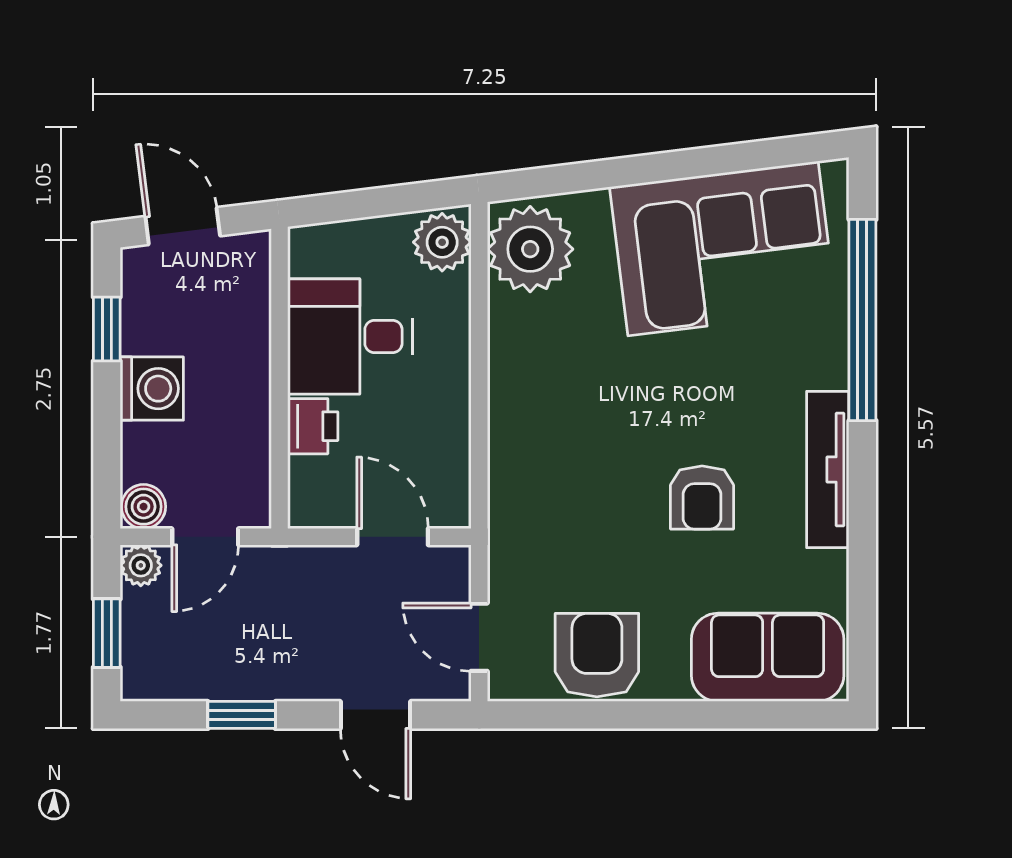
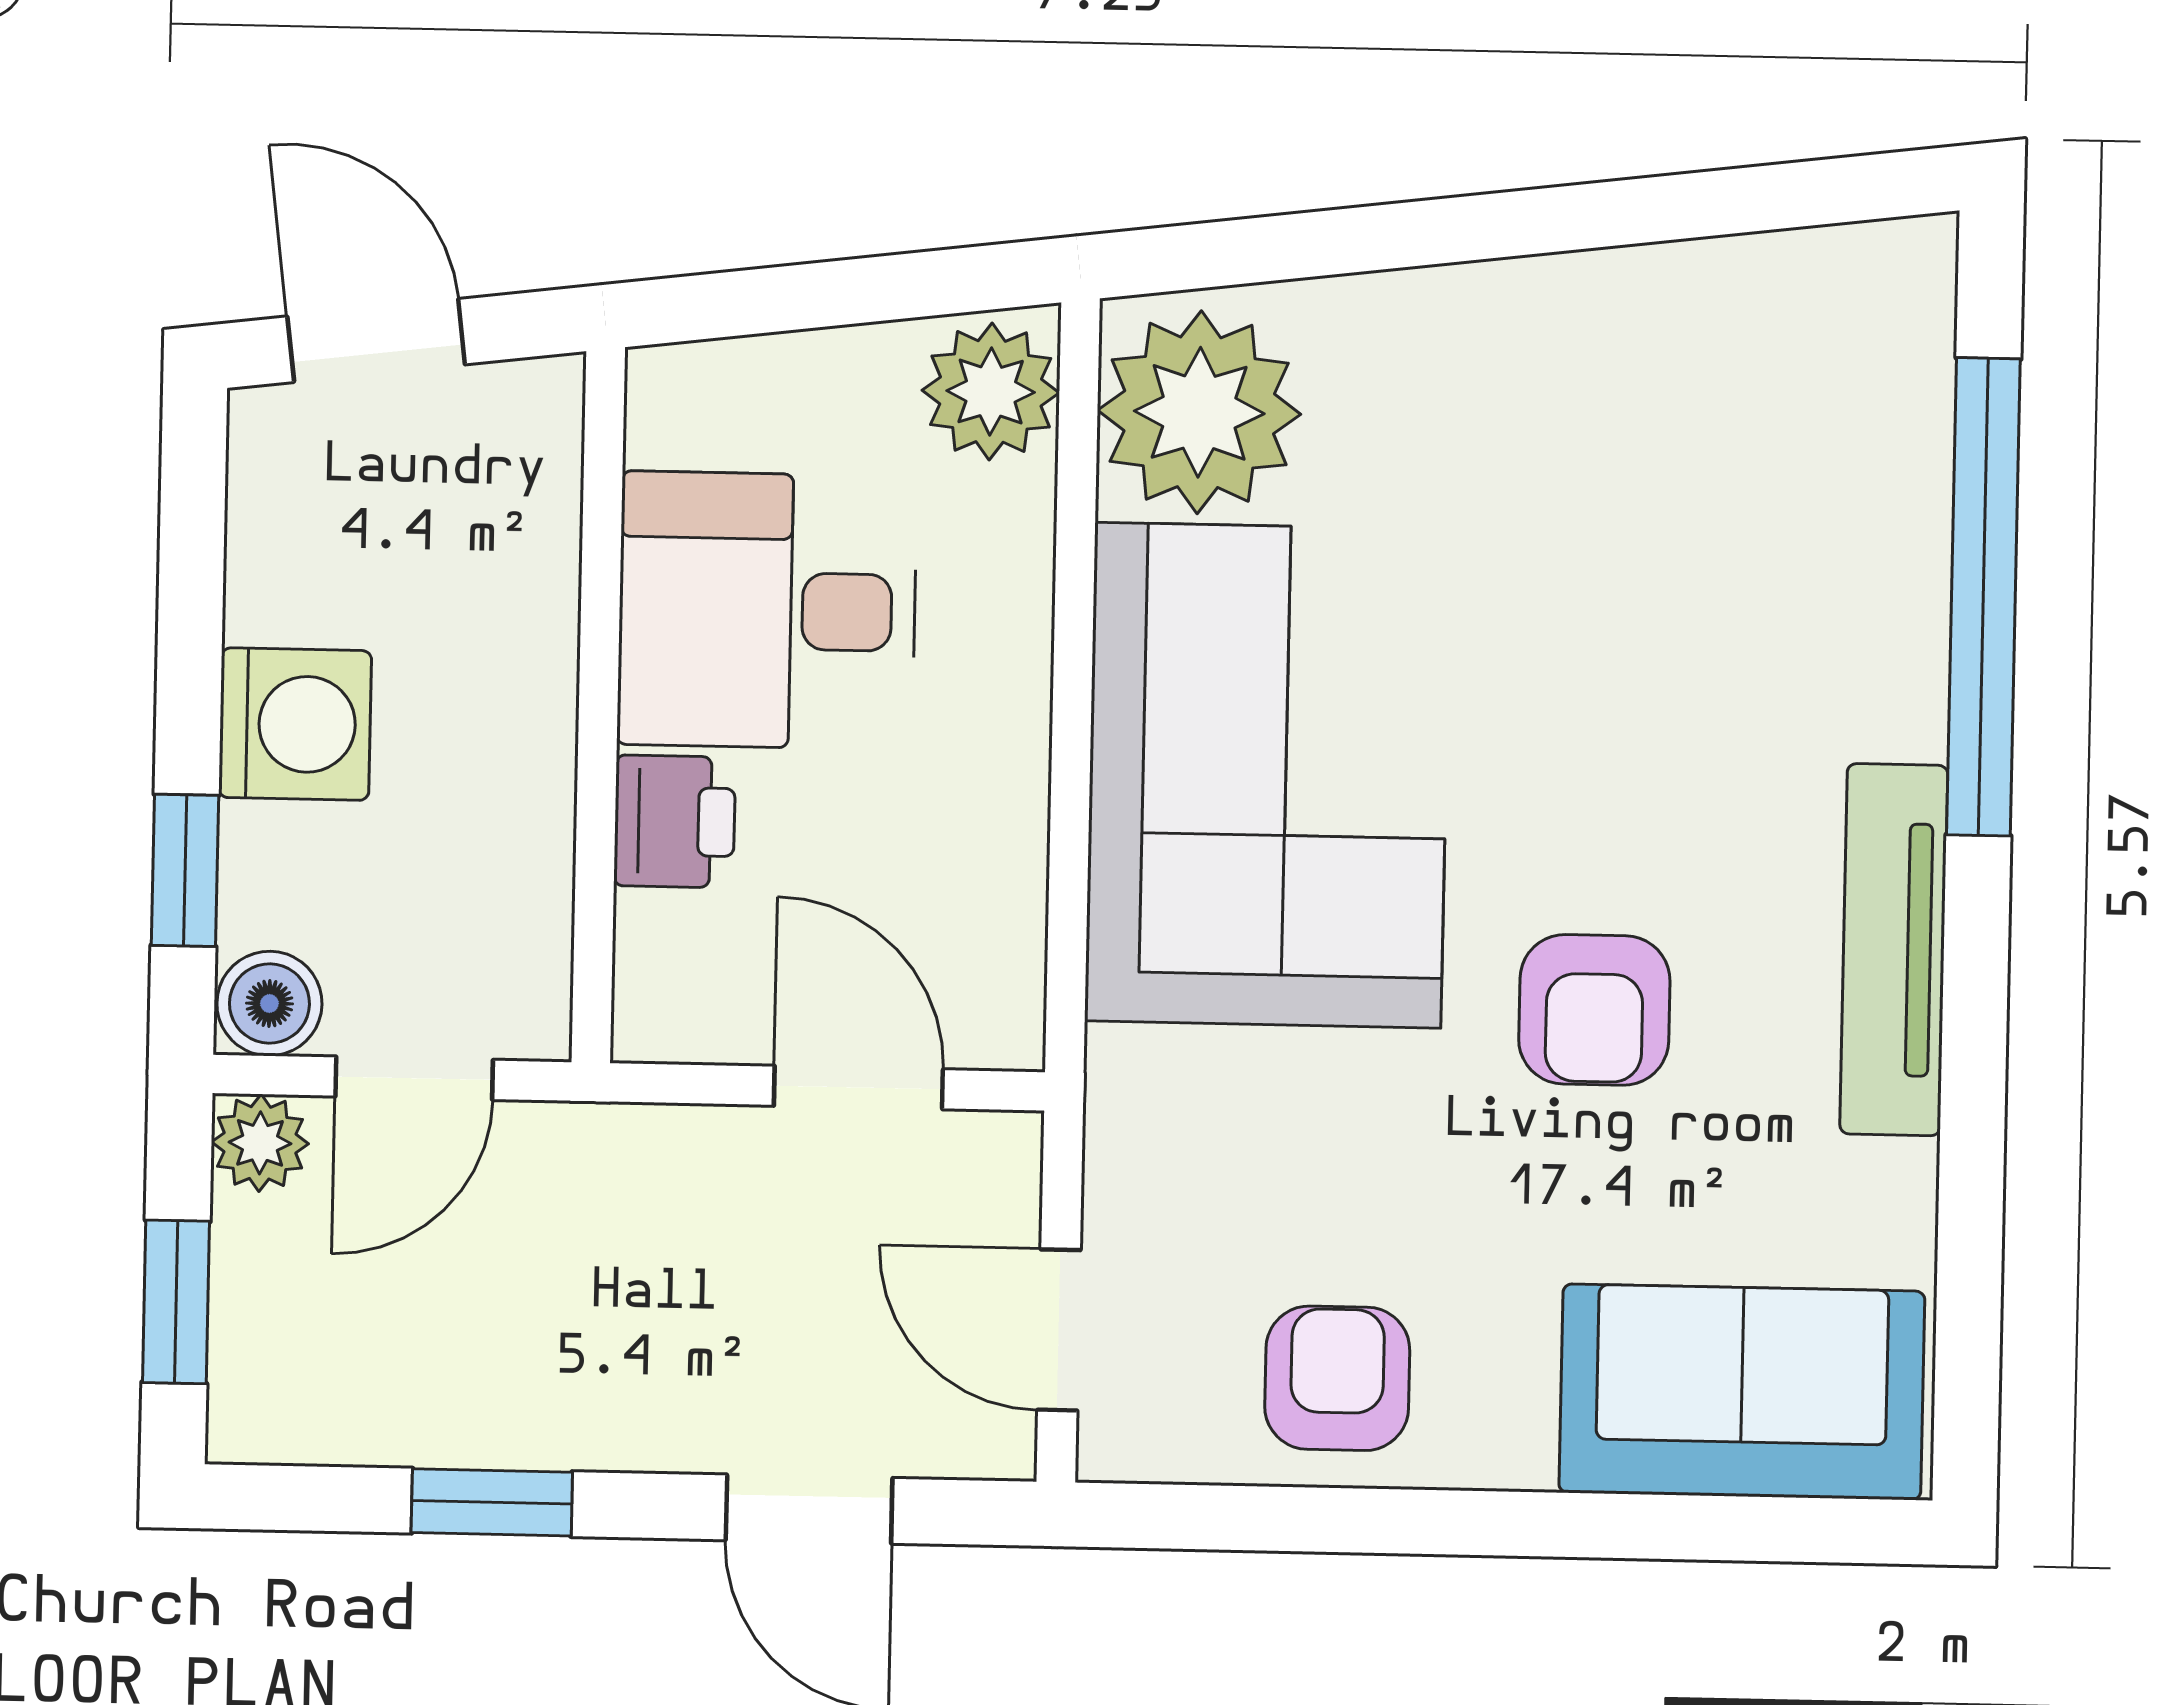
corner sofa: (723, 248) -> (1268, 775), moved, turned -83
window: (107, 329) -> (185, 870), moved
armchair: (597, 655) -> (1337, 1378), width x0.72, depth x0.72

